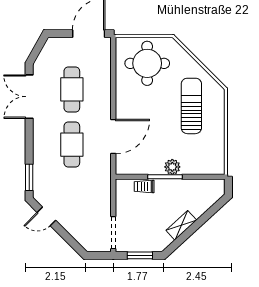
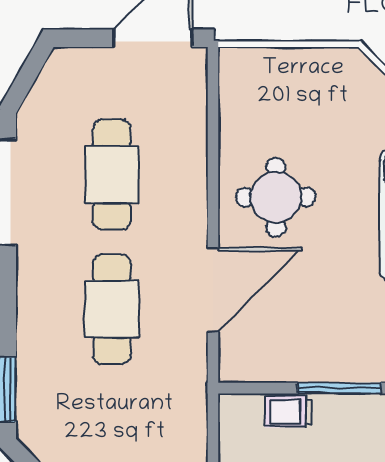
round table: (147, 63) -> (276, 197), moved, width x0.73, depth x0.73
plant: (172, 167) -> (357, 364), removed

